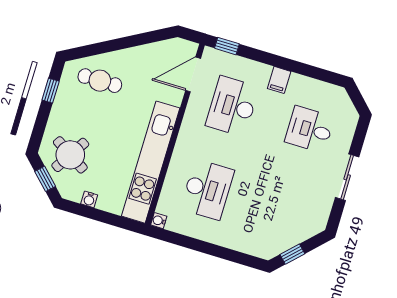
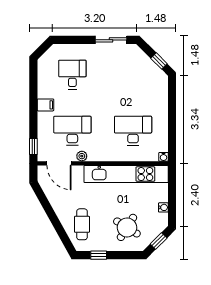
desk: (232, 106) -> (72, 131), turned 180
plant: (194, 109) -> (82, 156), added
desk: (310, 129) -> (72, 75), turned 180
round table: (70, 155) -> (127, 227), moved
sliding door: (347, 177) -> (111, 40), moved

